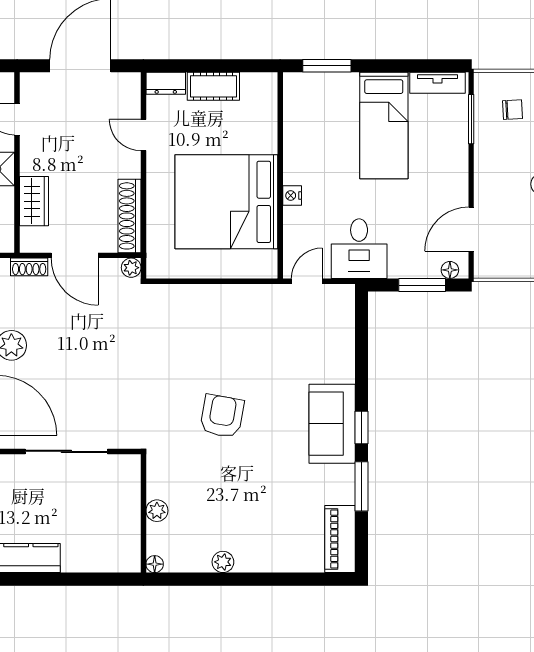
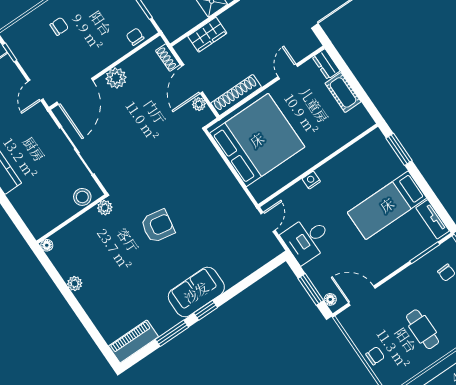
bed: (226, 202) -> (257, 140), moved, turned 90
plant: (131, 268) -> (199, 104), moved
door: (307, 281) -> (268, 222), hinge flipped
stool: (126, 482) -> (82, 197), added
plant: (157, 511) -> (105, 208), moved

